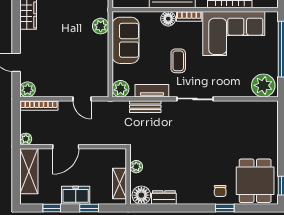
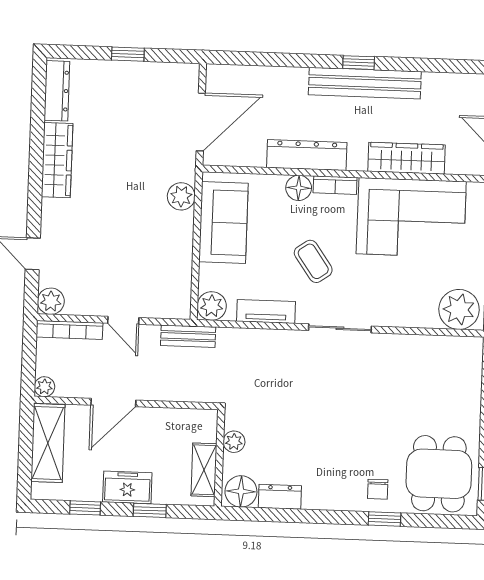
coffee table: (178, 61) -> (313, 261), turned -35
door: (82, 99) -> (123, 320), moved
bench: (145, 107) -> (188, 336), moved

